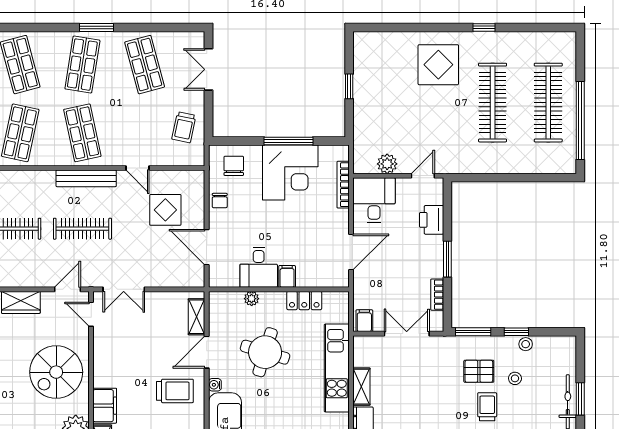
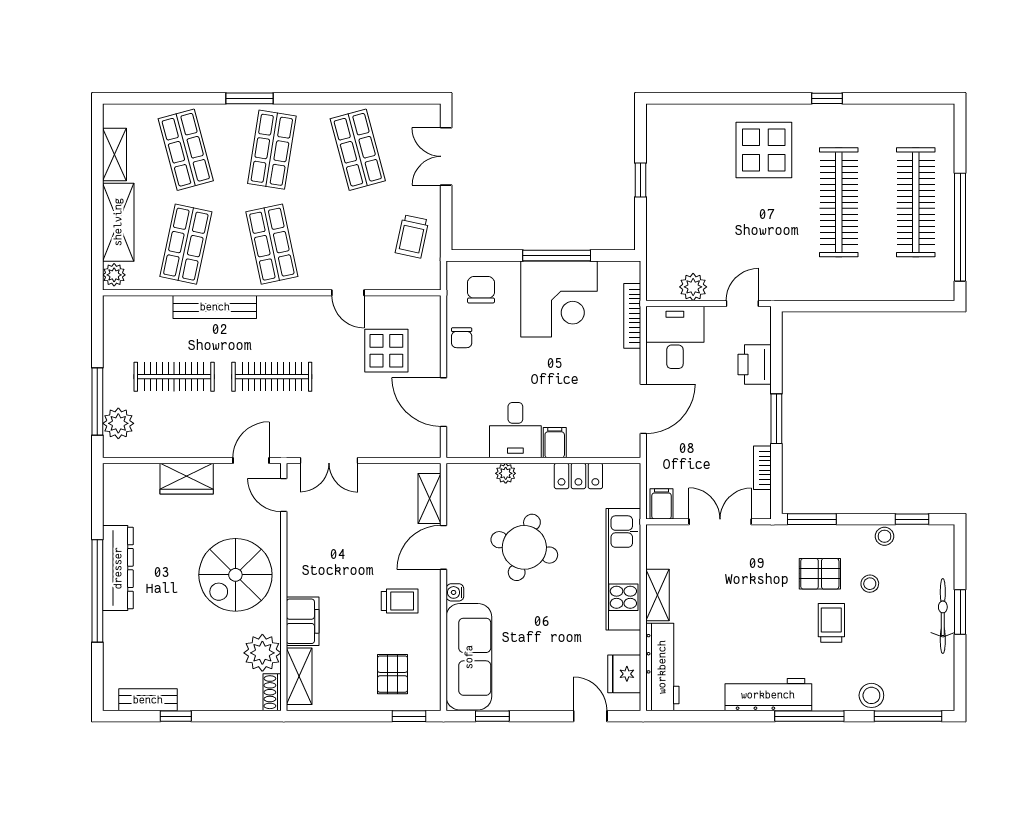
window: (97, 27) -> (250, 98), moved
bench: (86, 178) -> (215, 307), moved
window: (516, 332) -> (912, 519), moved
trolley: (175, 391) -> (400, 601), width x0.73, depth x0.72

